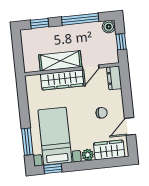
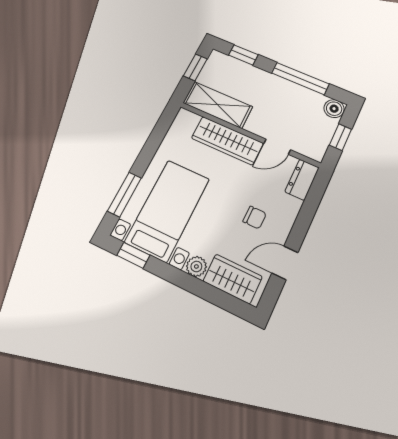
window: (17, 47) -> (195, 67), added
shelving: (60, 61) -> (218, 105), moved

